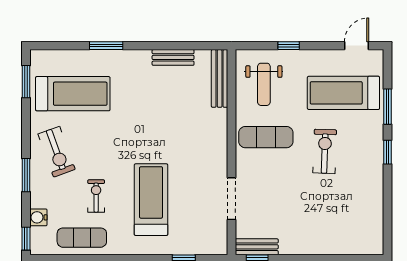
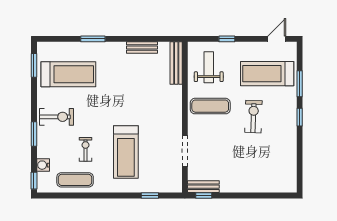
weight bench: (264, 84) -> (209, 67), turned 180
exercise bike: (57, 152) -> (56, 117), turned -70
treadmill: (151, 200) -> (126, 152), turned 180

